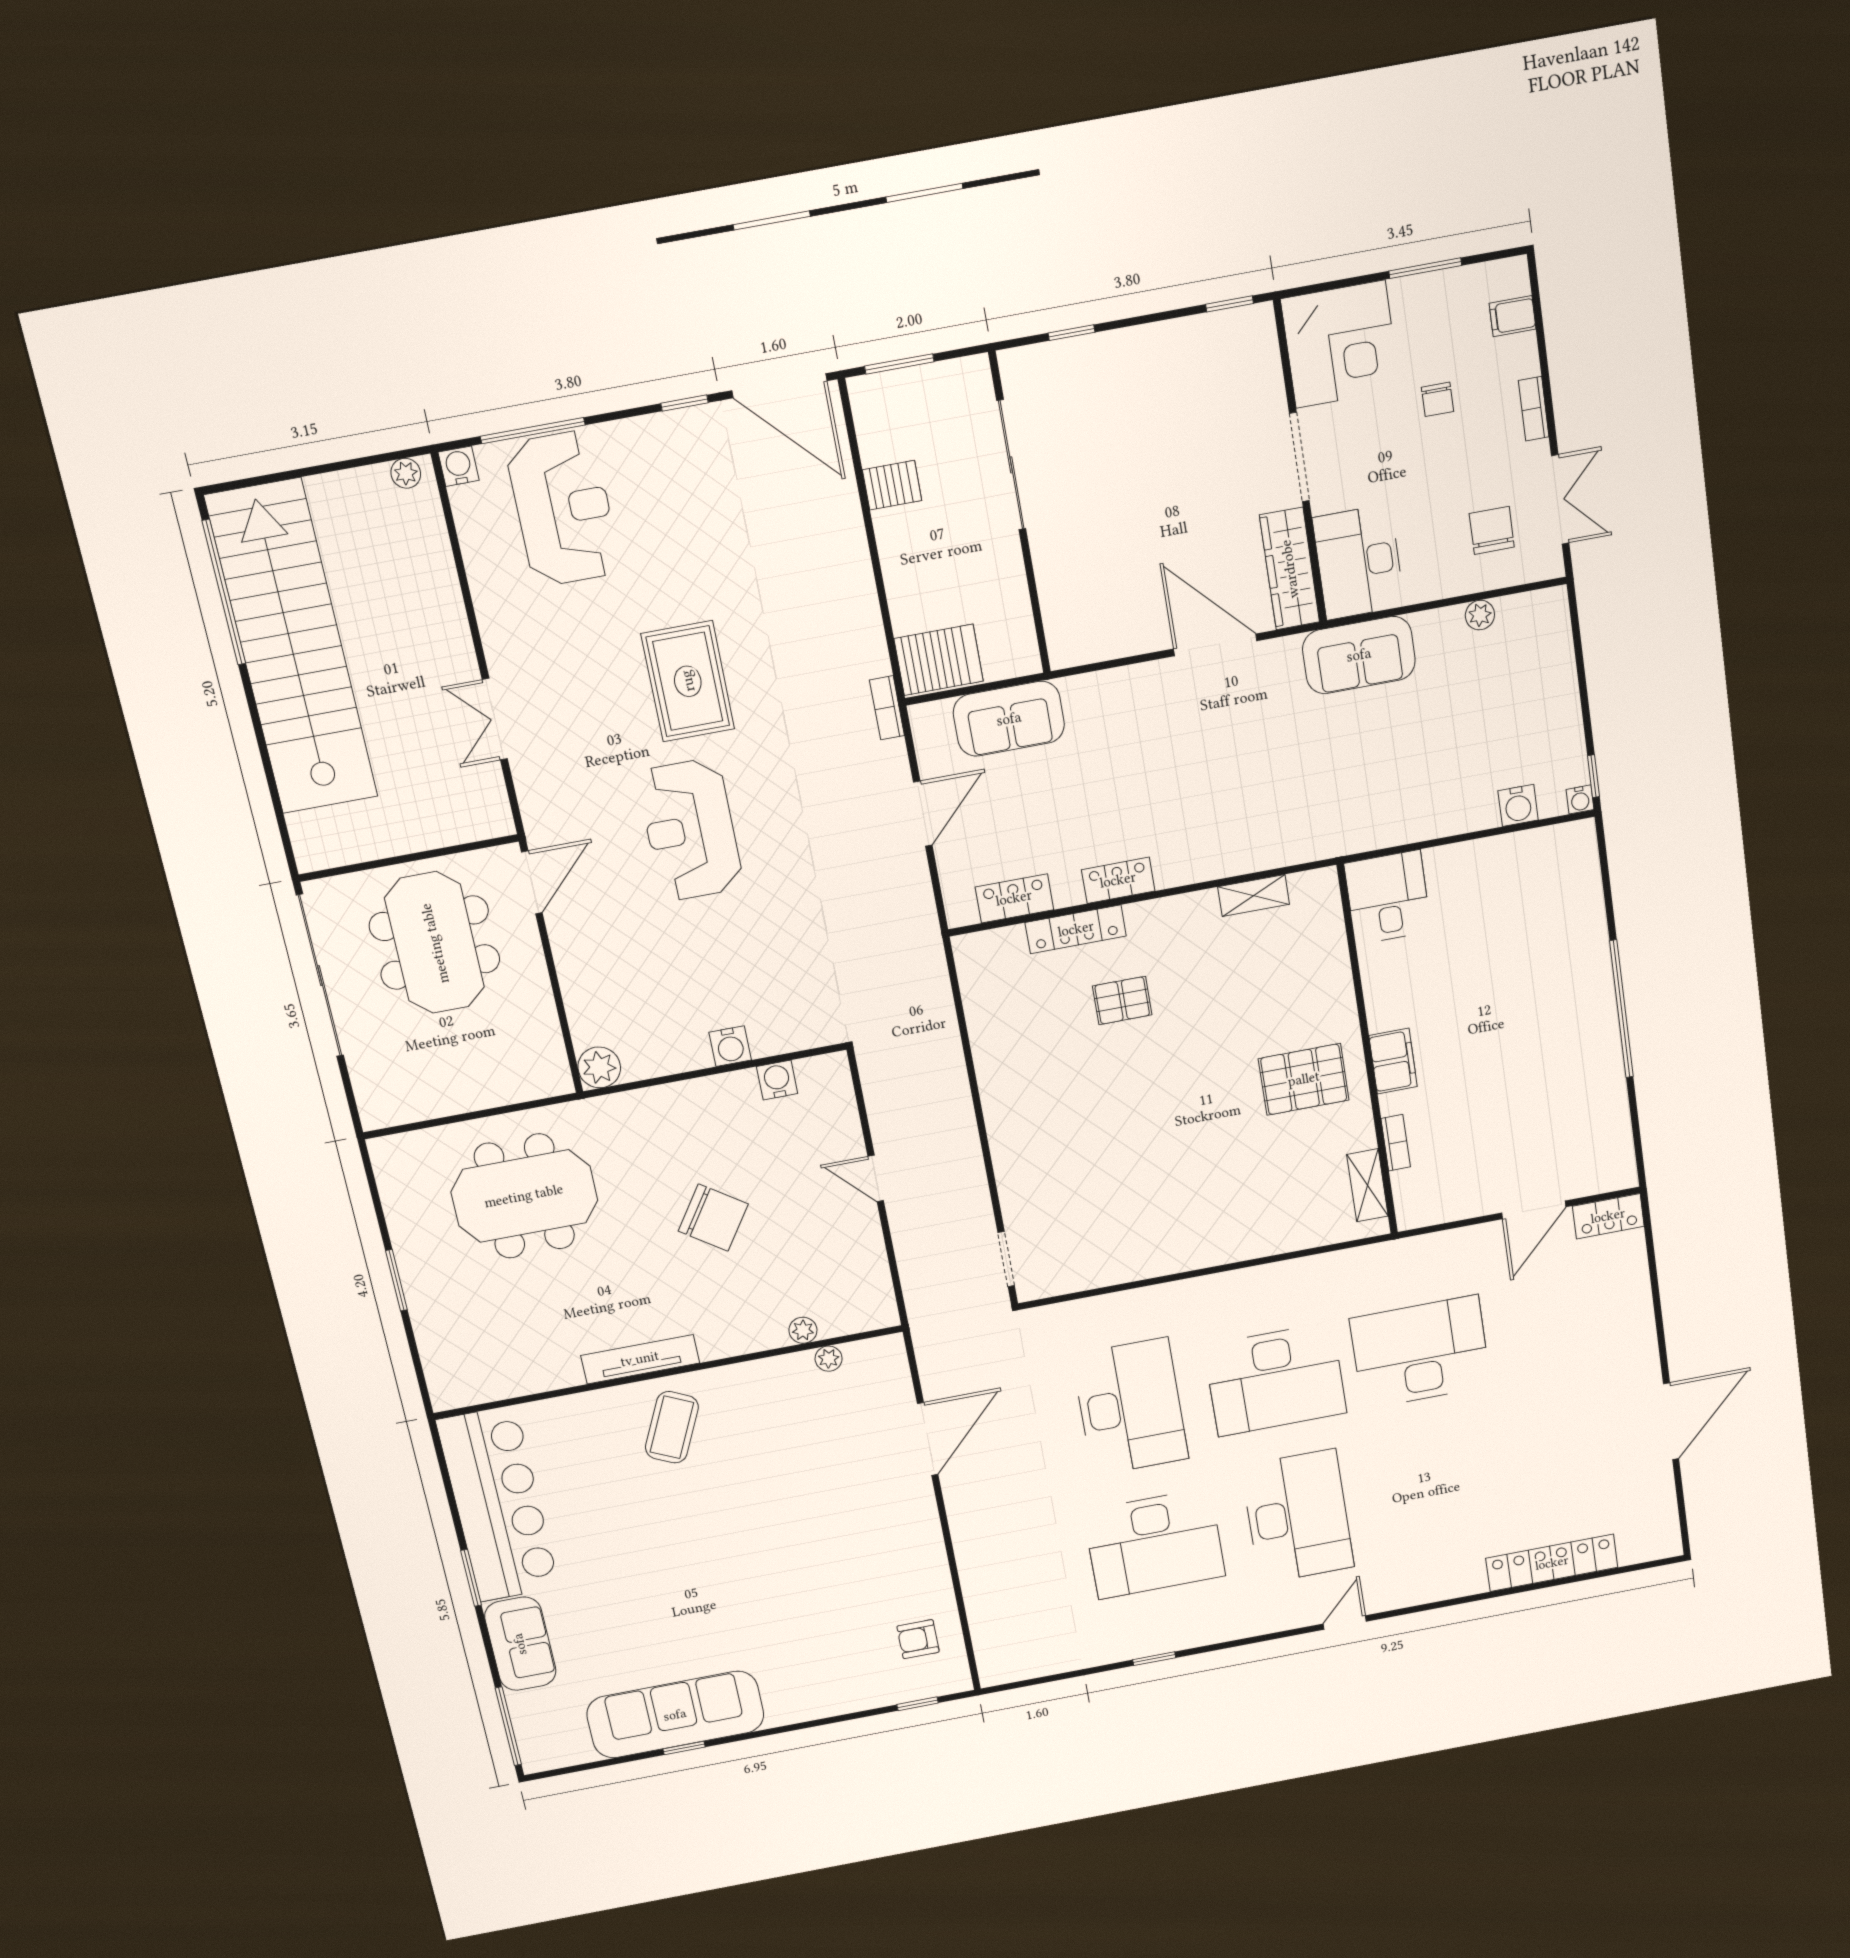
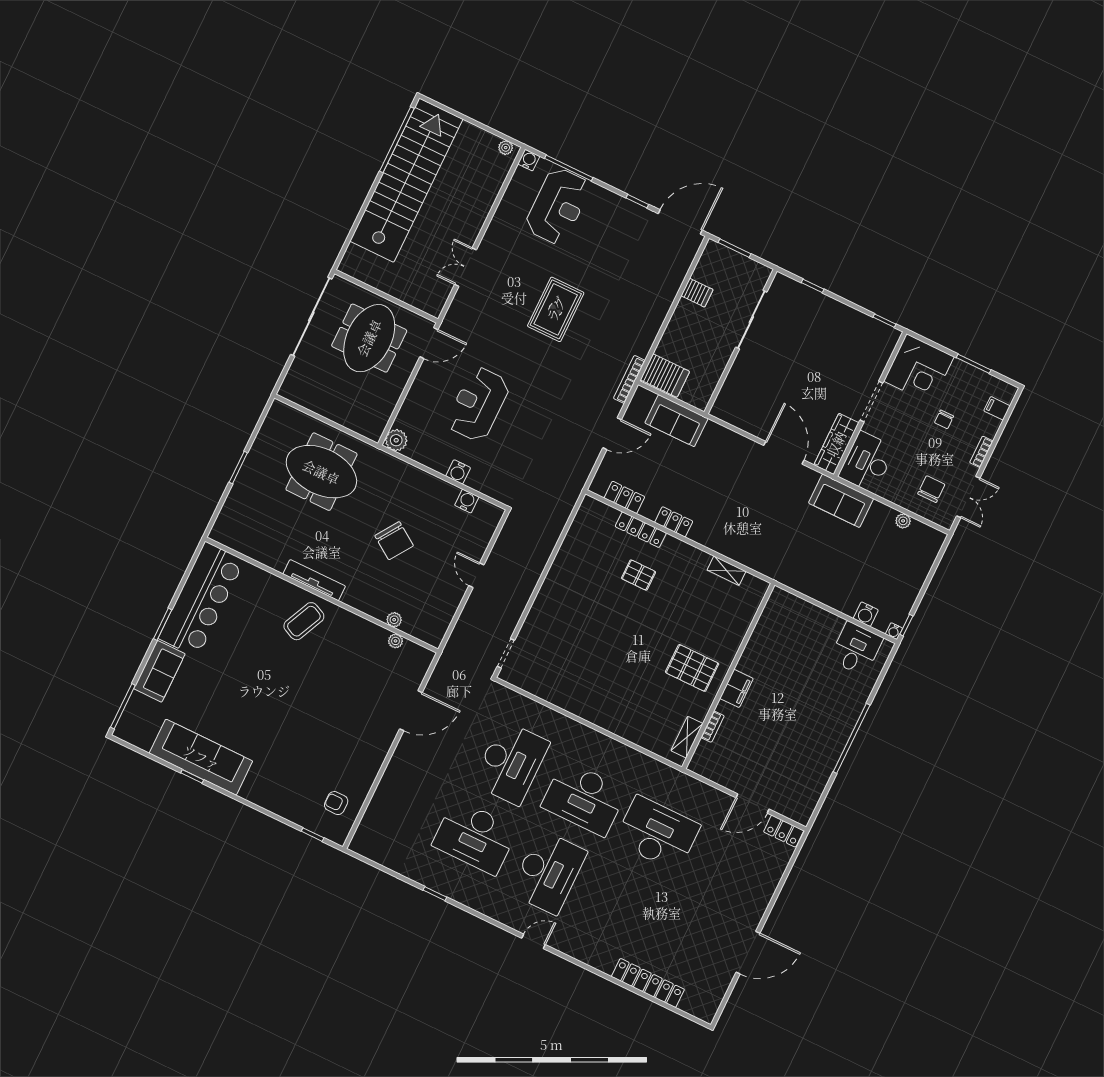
door: (779, 386) -> (680, 222), swing flipped
bookcase: (887, 708) -> (629, 379), width x1.56
reception desk: (690, 830) -> (478, 404), moved
desk: (1388, 897) -> (856, 649), moved

